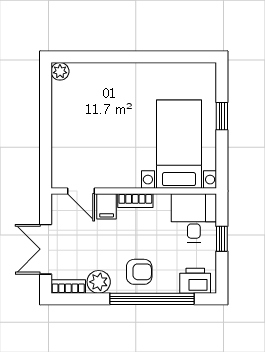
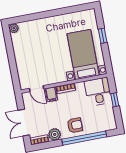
printer: (195, 281) -> (105, 124), removed

